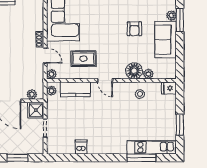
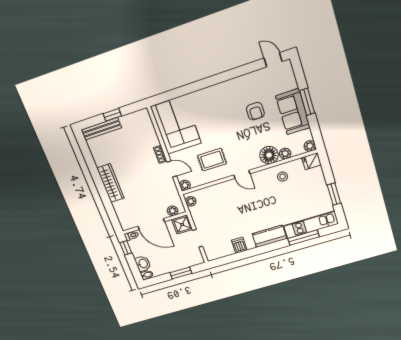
plant: (171, 15) -> (310, 146), moved
window: (180, 20) -> (307, 102), moved
kitchen counter: (75, 89) -> (269, 236), moved, turned 180

